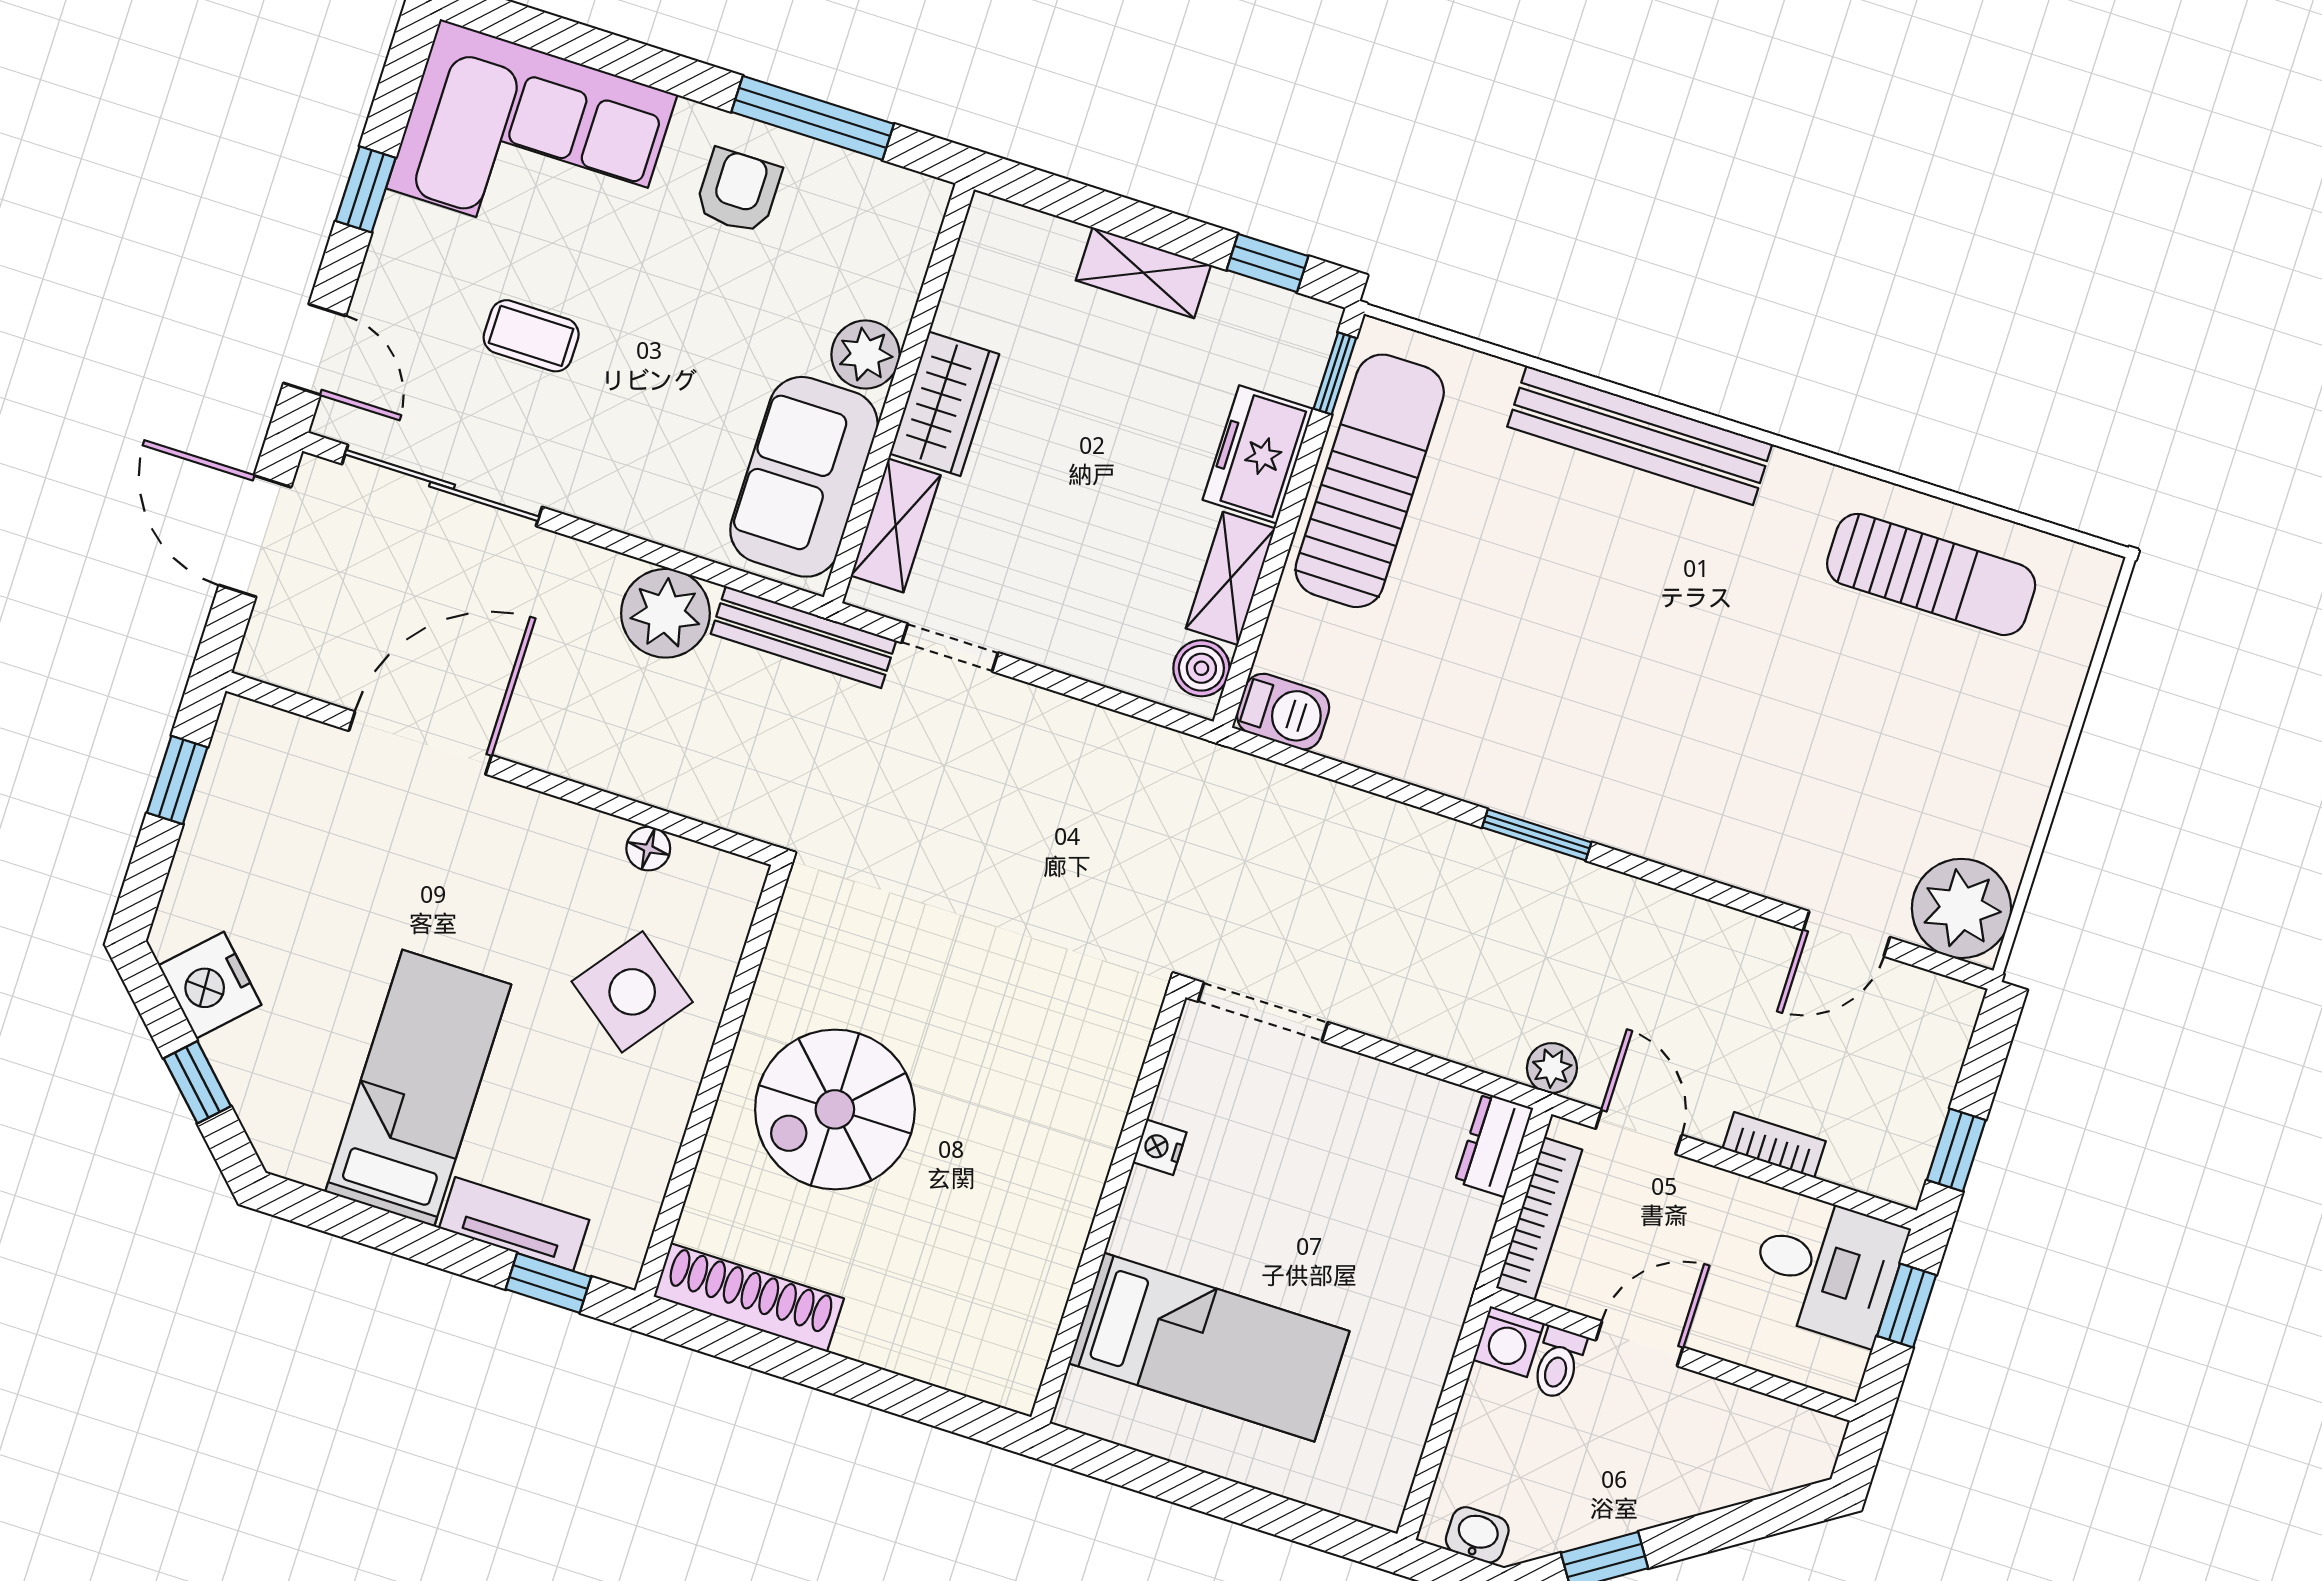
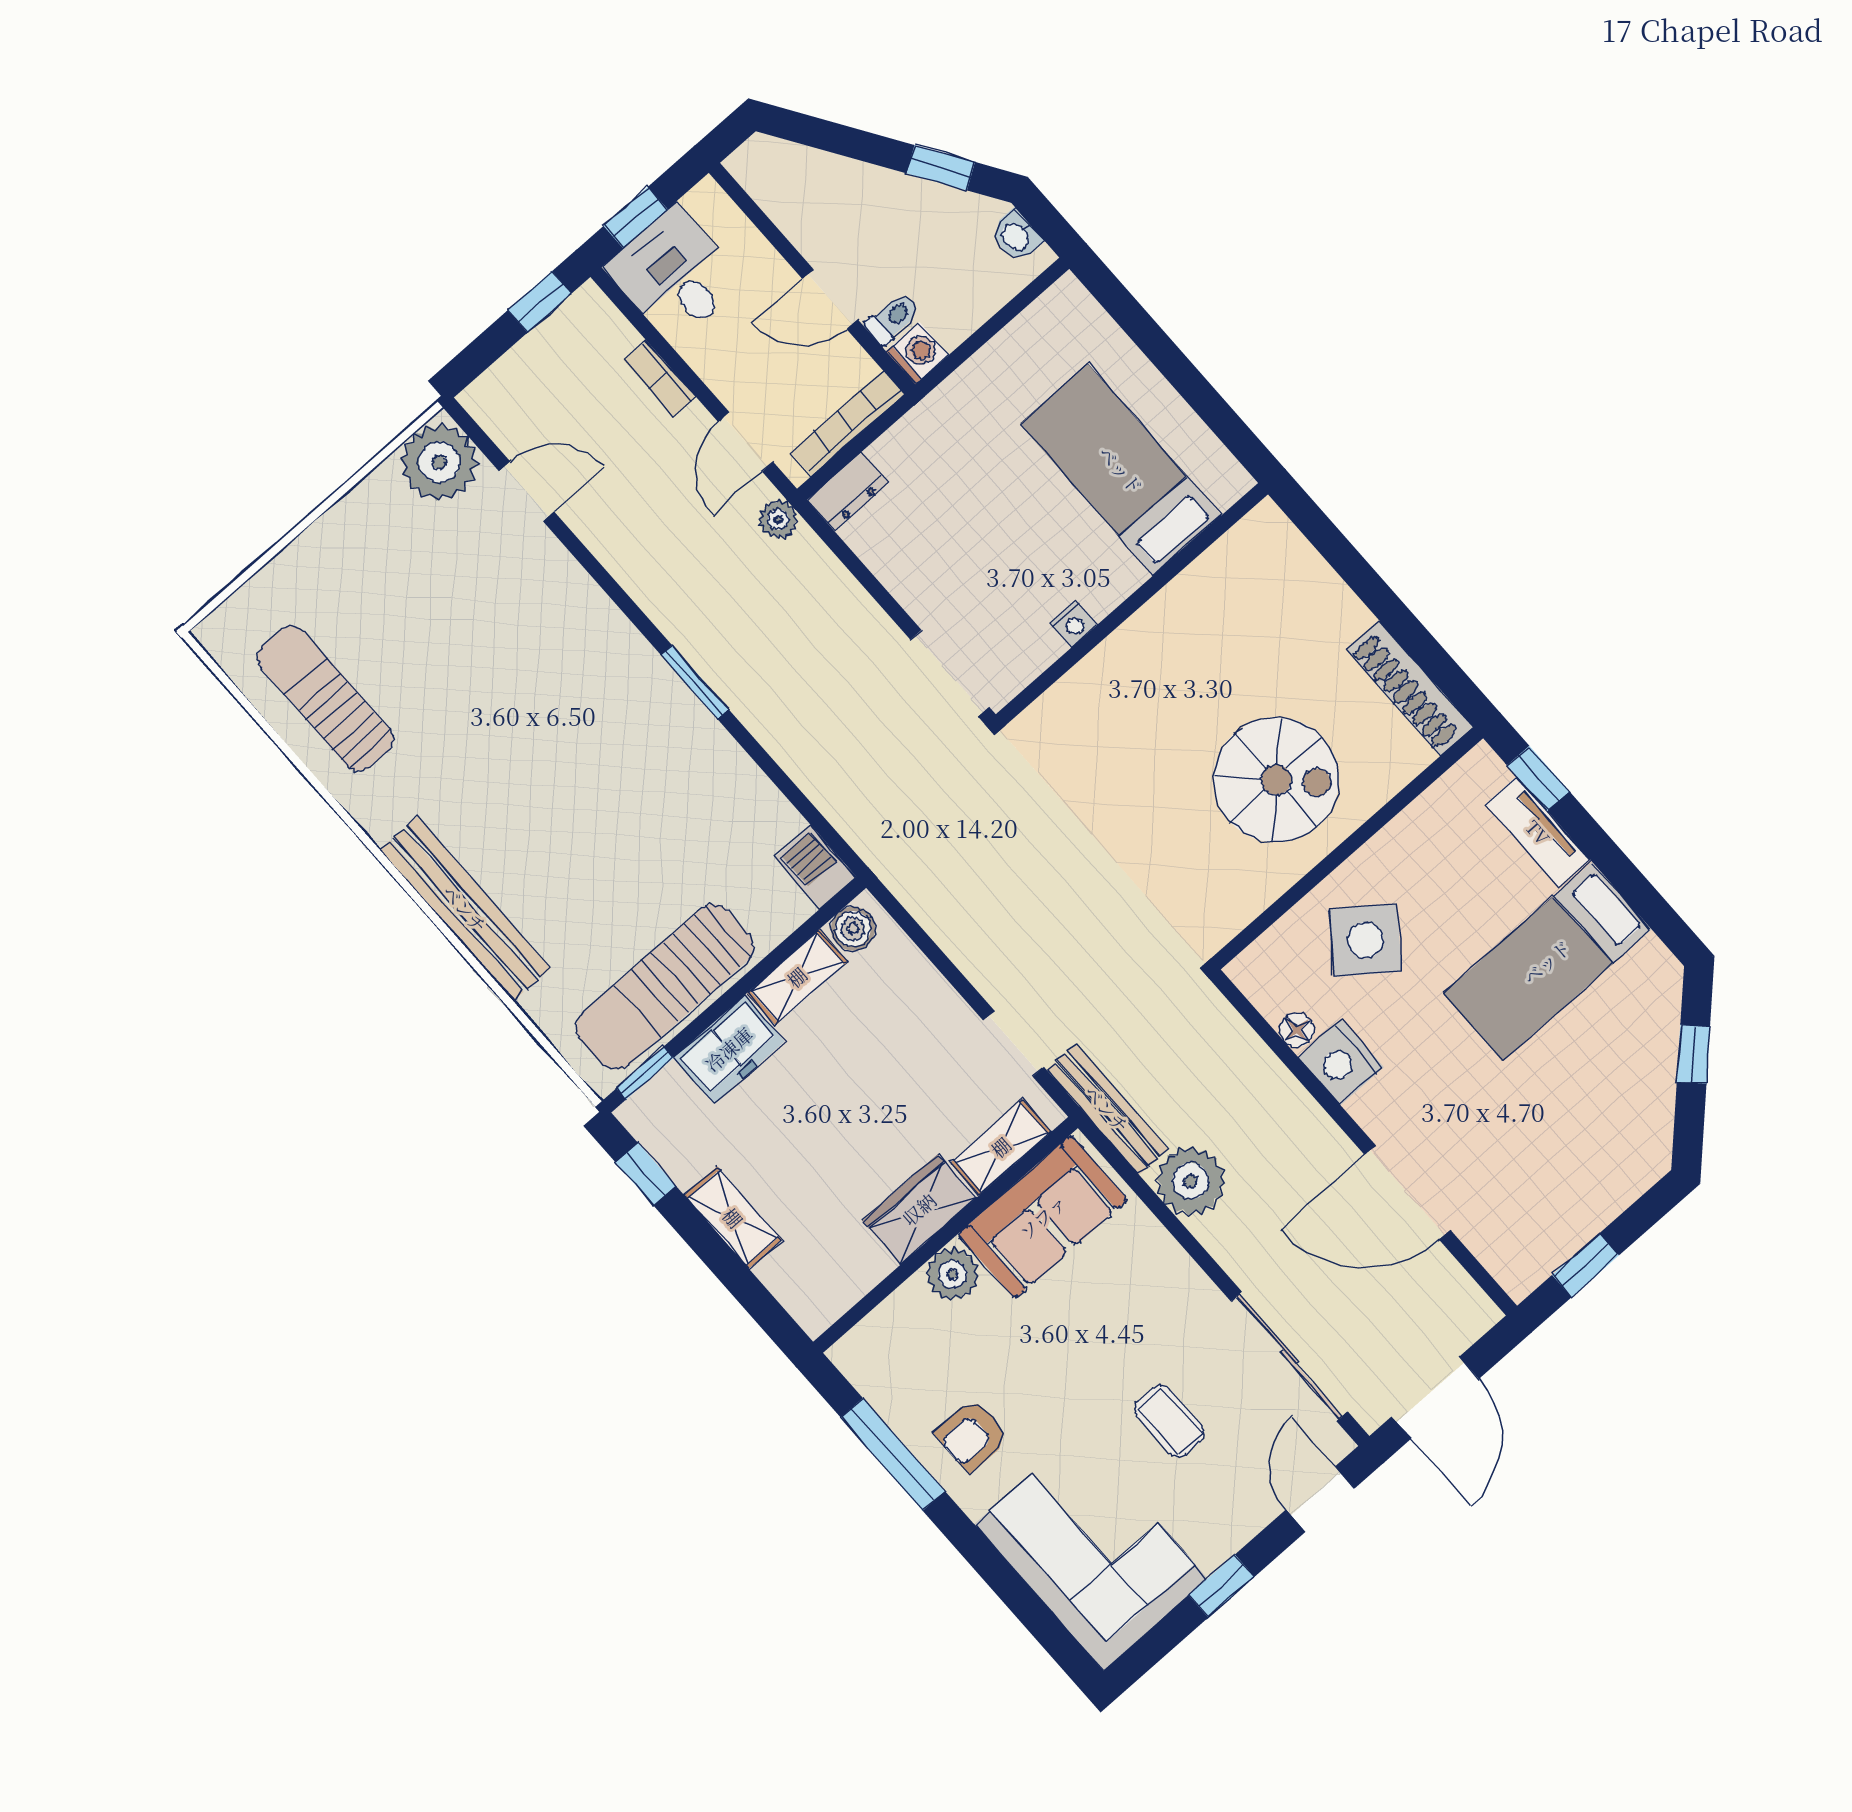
nightstand: (210, 985) -> (1341, 1062), moved, turned 135

